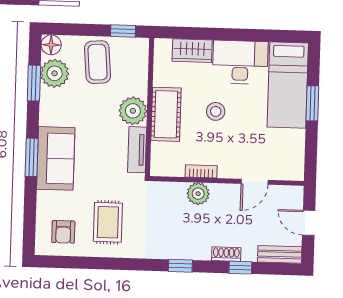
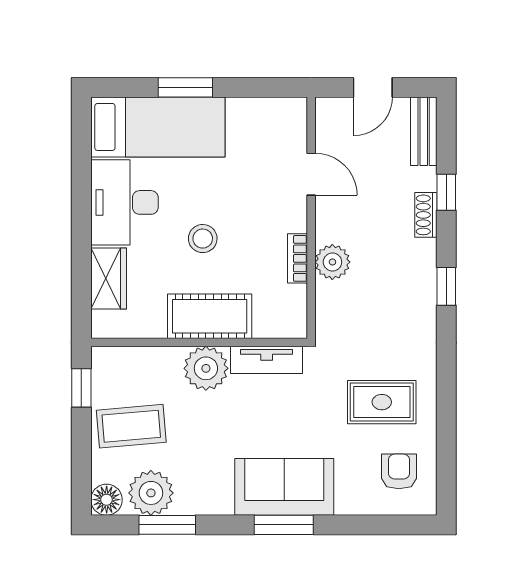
armchair: (63, 232) -> (399, 471), turned -90

